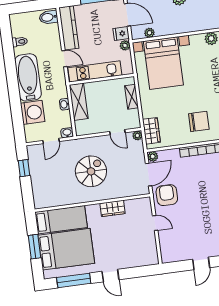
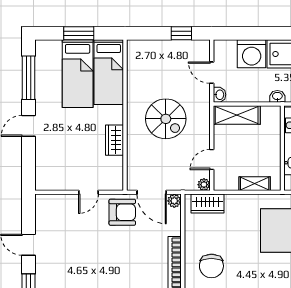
shelving: (79, 102) -> (237, 115), moved
washbasin: (65, 104) -> (277, 96), moved
bed: (66, 249) -> (78, 74), width x0.67

